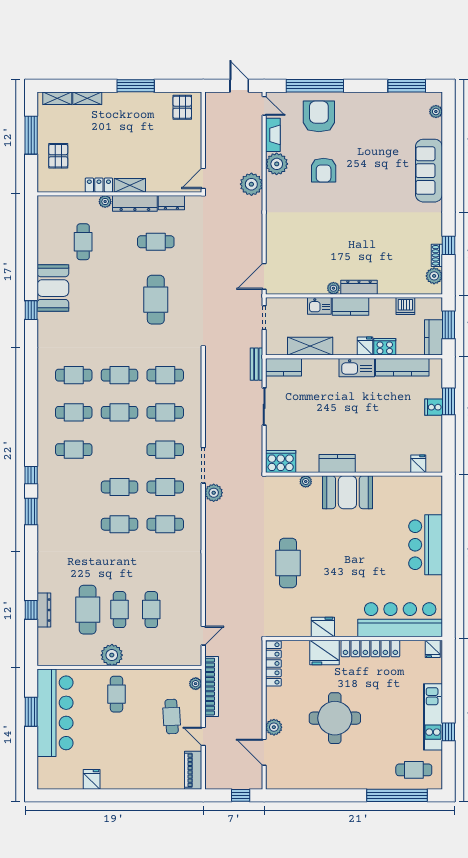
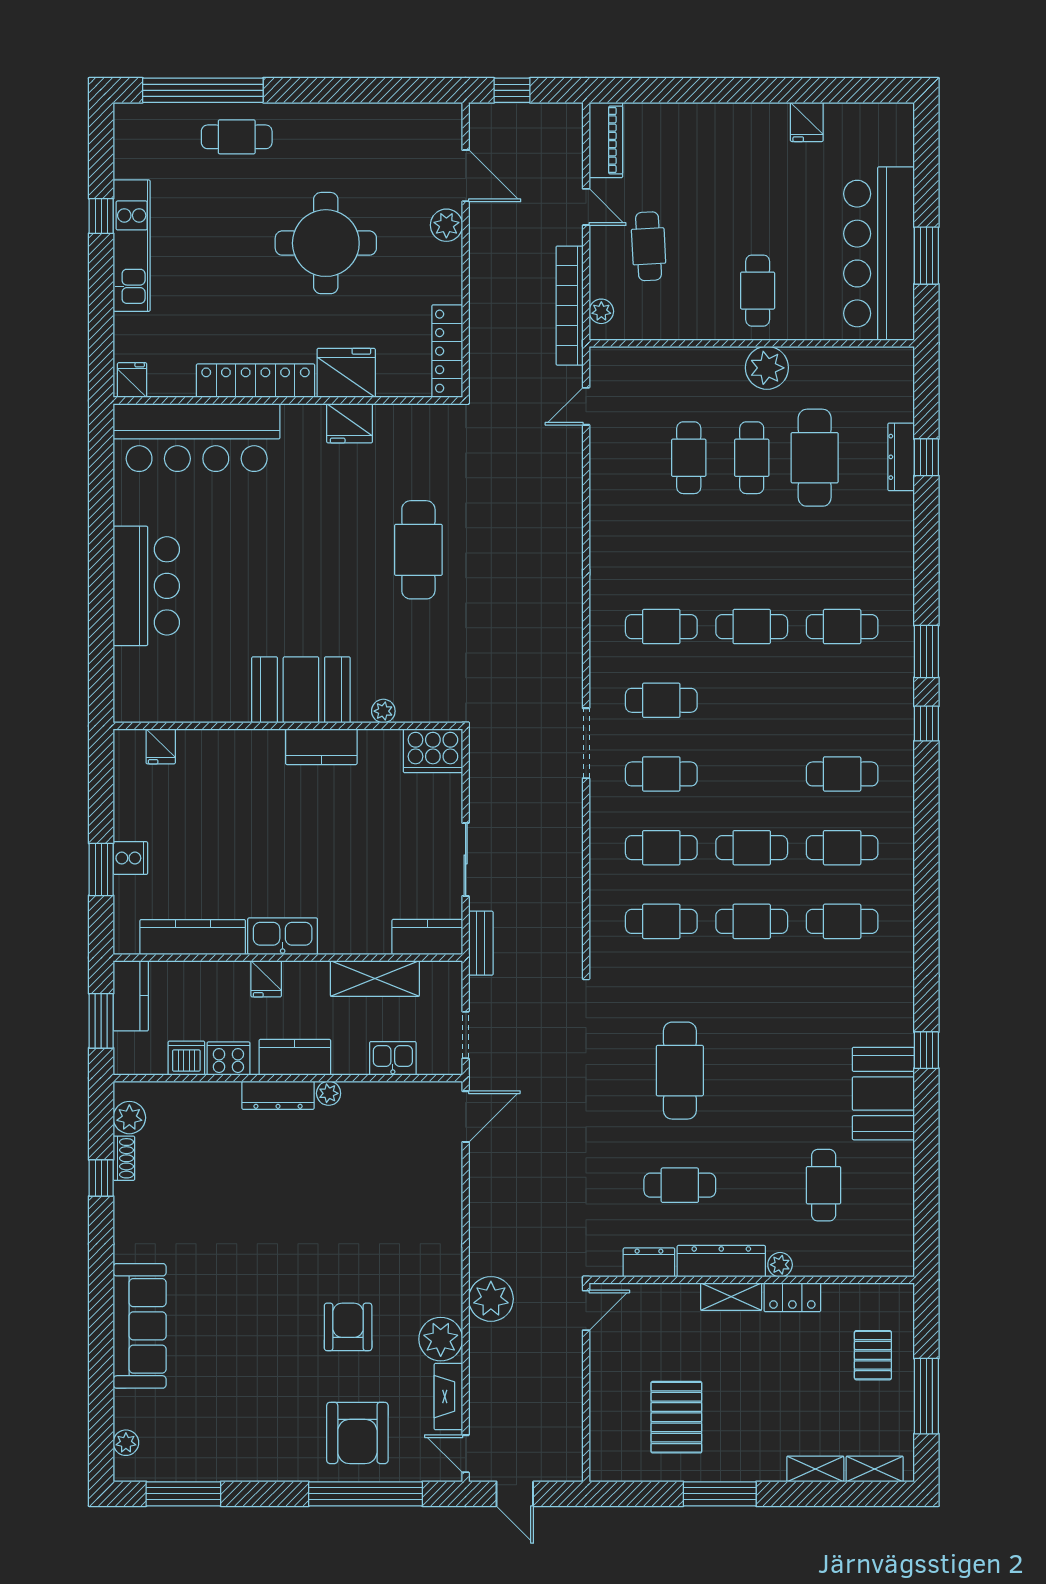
pallet: (182, 107) -> (676, 1417), moved, width x1.50, depth x1.42
kitchen sink: (319, 306) -> (393, 1058), moved
cooker: (385, 347) -> (228, 1059), moved, turned 180
cafe table: (119, 487) -> (842, 627), moved
plant: (214, 493) -> (565, 689), removed
cafe table: (414, 770) -> (237, 137), moved

